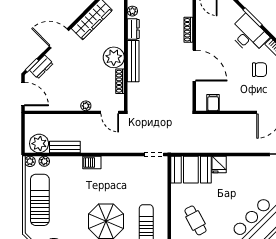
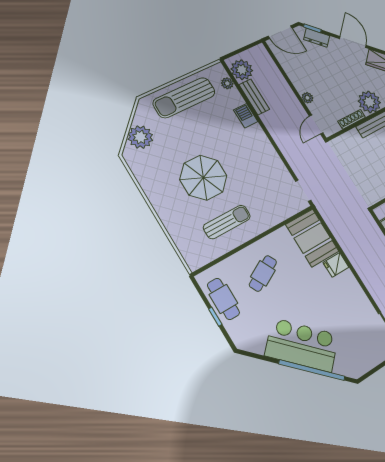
door: (23, 94) -> (280, 32), hinge flipped
plant: (30, 161) -> (218, 69), removed
barbecue: (92, 163) -> (246, 116), moved
sun lounger: (40, 200) -> (184, 98), turned 180

